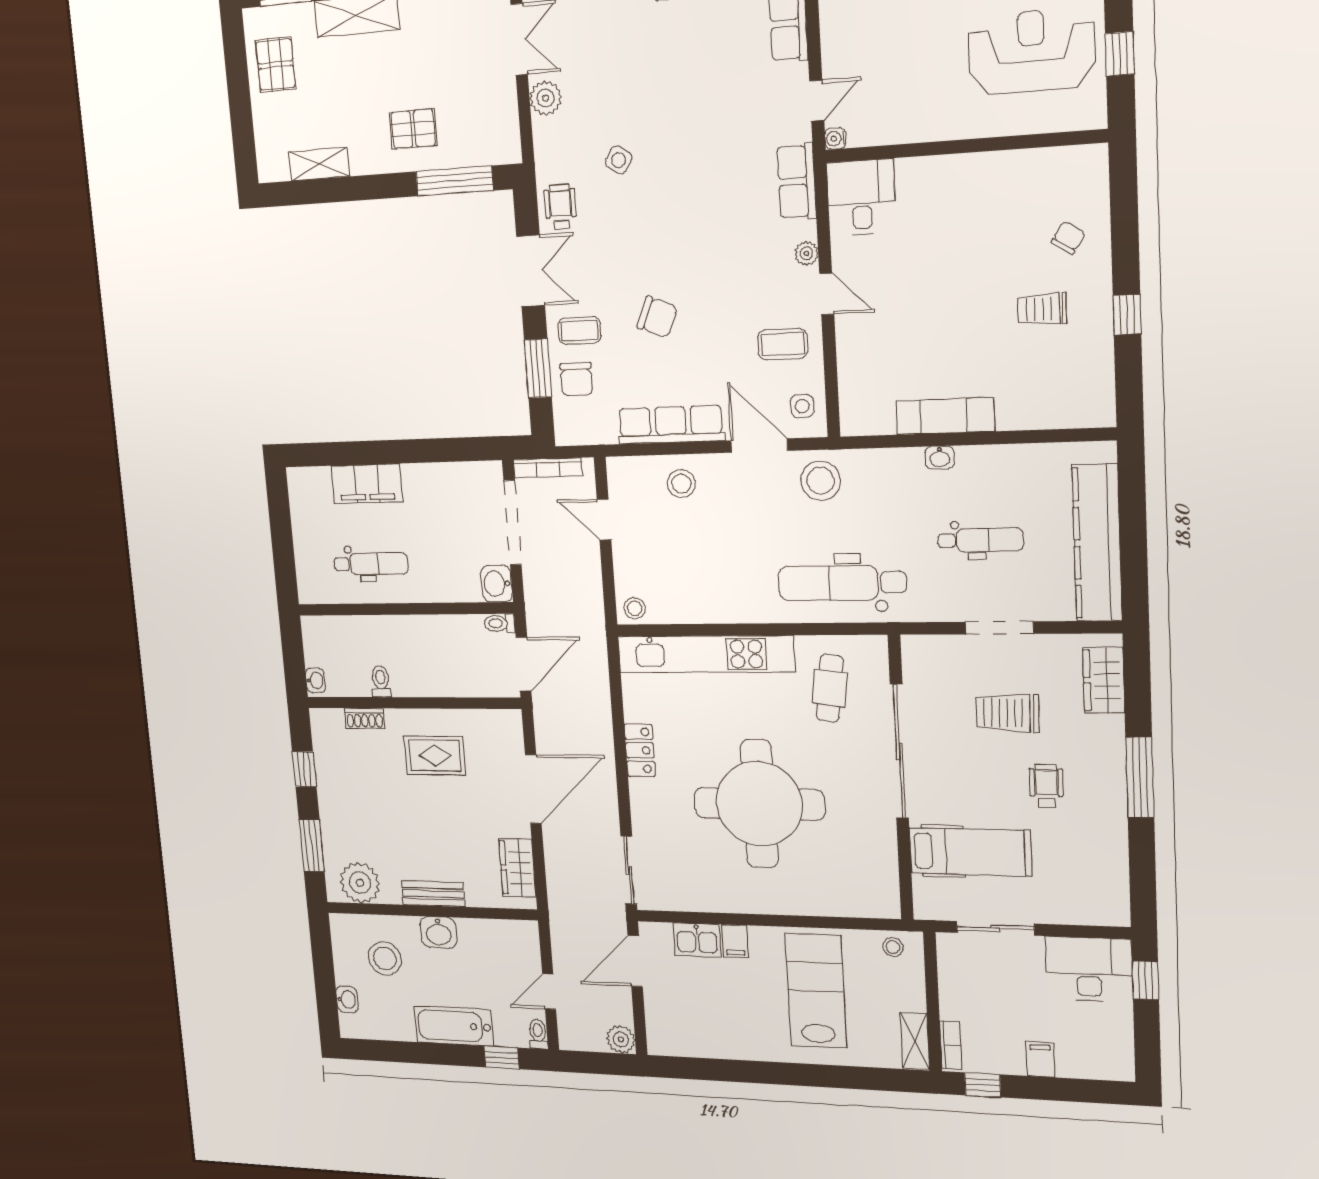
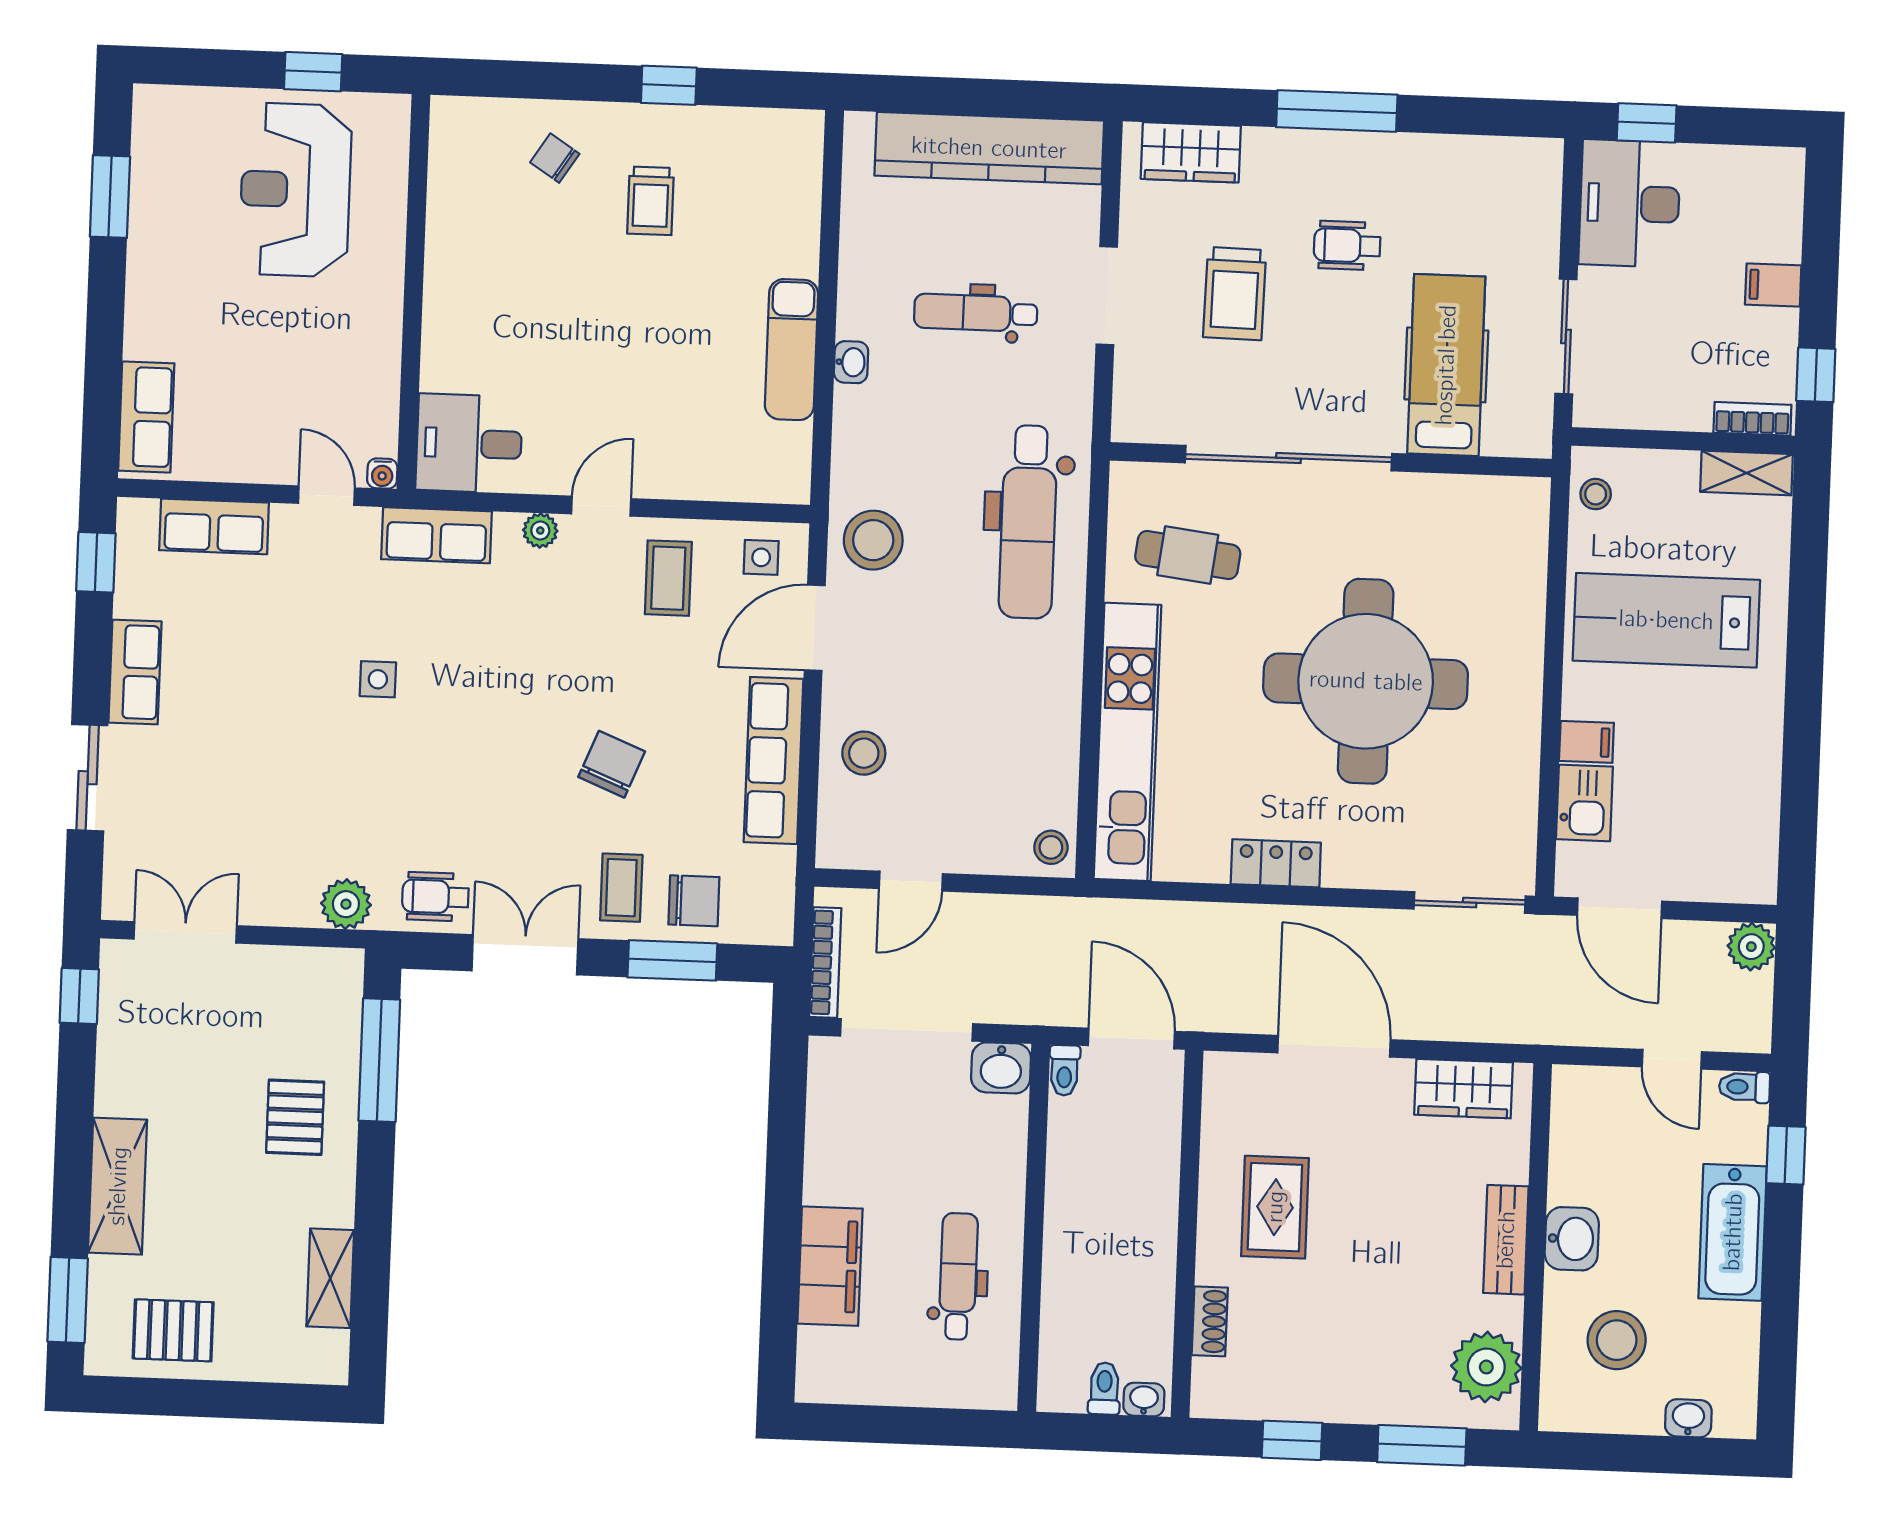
plant: (546, 98) -> (346, 904), moved
side table: (619, 160) -> (378, 679), moved, turned -33
dental chair: (981, 540) -> (976, 313), turned -90
toilet: (381, 681) -> (1104, 1389), moved, turned 90

